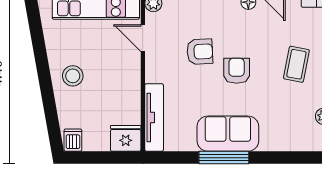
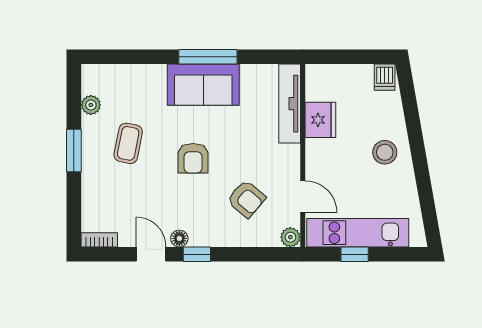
armchair: (200, 52) -> (246, 199), moved, turned -137
coffee table: (296, 64) -> (128, 143), moved
fridge: (126, 138) -> (320, 120), moved, turned -90

